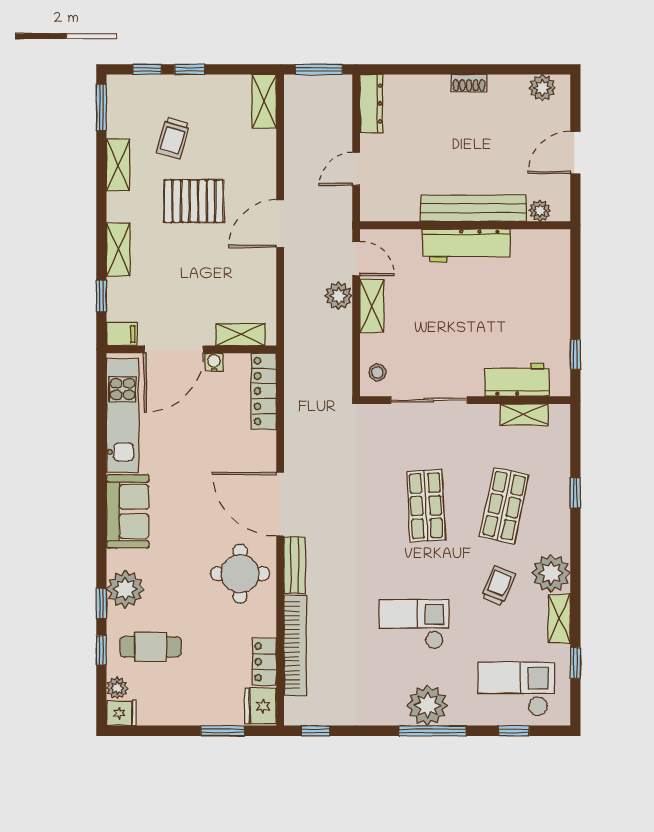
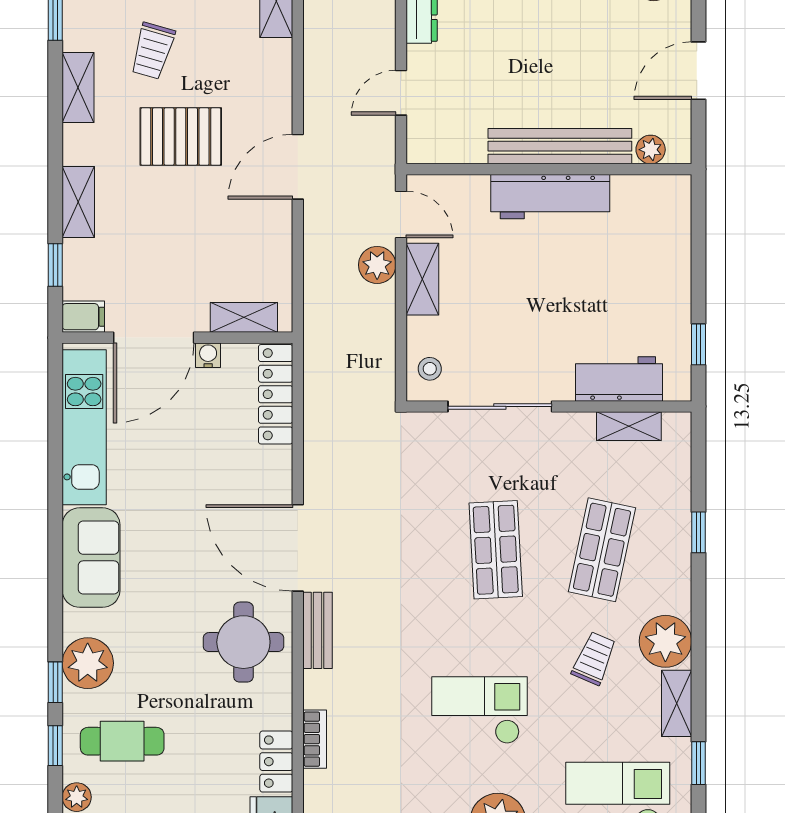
bookcase: (295, 645) -> (315, 739), width x0.43, depth x0.76

